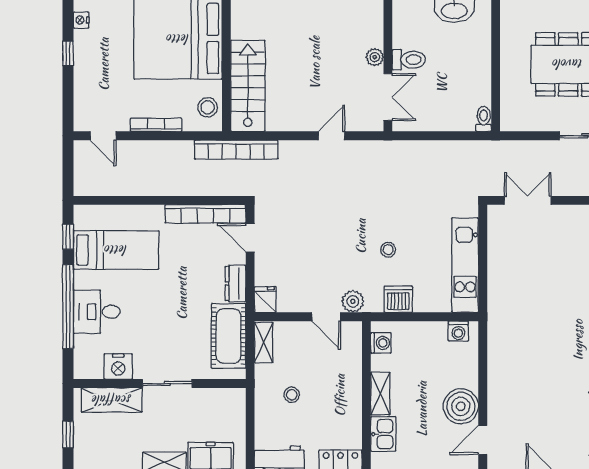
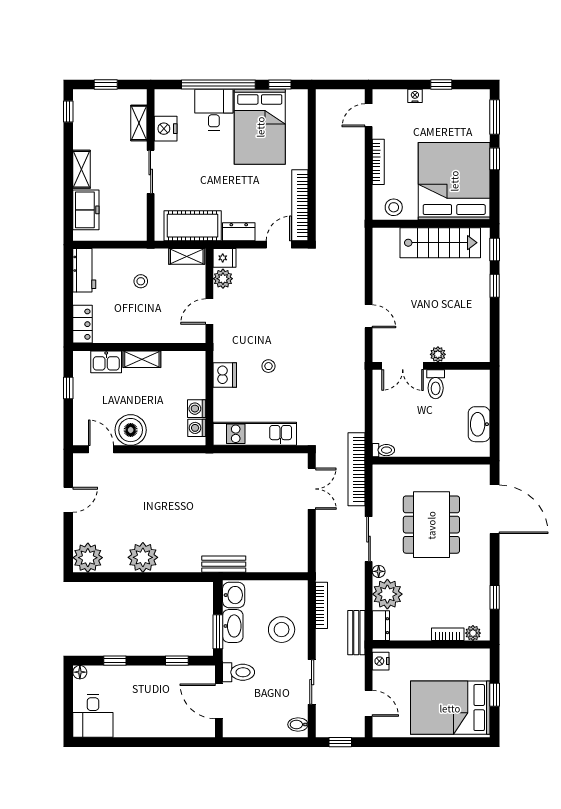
nightstand: (81, 20) -> (415, 96), moved
stairs: (248, 86) -> (440, 243), moved
bookcase: (236, 150) -> (356, 469), moved
bed: (116, 250) -> (260, 127), width x1.50
plant: (353, 301) -> (223, 279), moved
washing machine: (381, 343) -> (197, 409), moved, turned 90
shelving: (112, 400) -> (139, 123), width x0.67, depth x0.75

